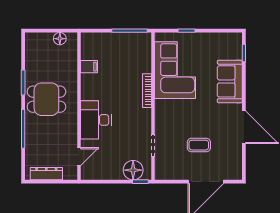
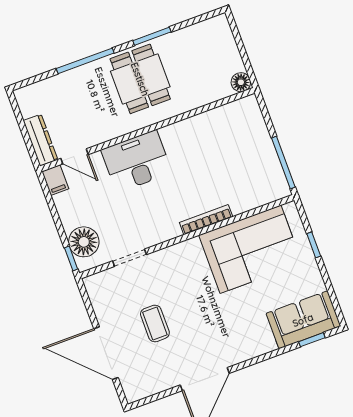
floor lamp: (60, 39) -> (241, 82), moved
filing cabinet: (89, 67) -> (55, 180), moved
sofa: (230, 81) -> (303, 320), moved
dresser: (46, 174) -> (40, 140), moved

